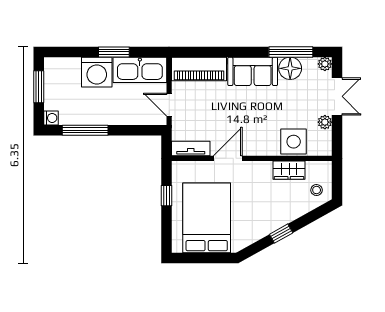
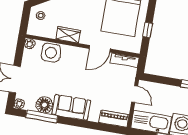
piano: (199, 69) -> (114, 119), width x0.73, depth x0.75
plant: (325, 122) -> (30, 44), moved
wardrobe: (289, 170) -> (68, 35), moved

